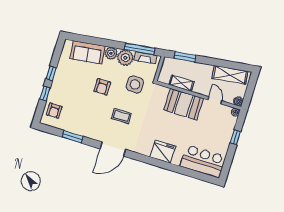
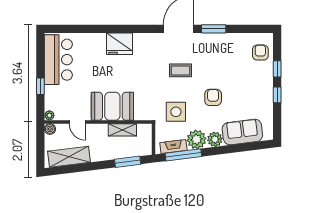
window: (73, 137) -> (214, 29), moved
bar counter: (203, 161) -> (58, 60), moved, turned -90

